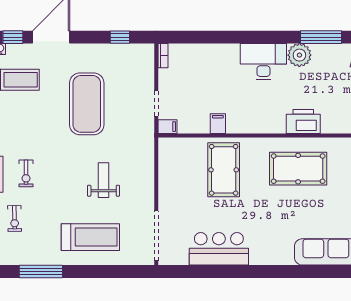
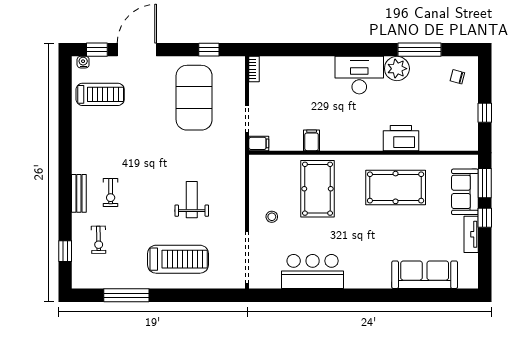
exercise mat: (87, 104) -> (194, 98), moved
stool: (180, 197) -> (272, 217), added

